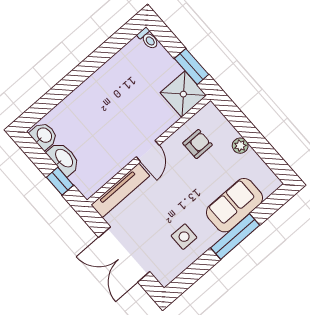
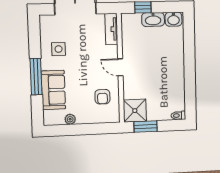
plant: (240, 146) -> (70, 119), moved
tv unit: (120, 190) -> (111, 29), width x0.71

